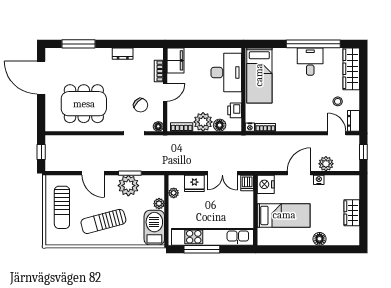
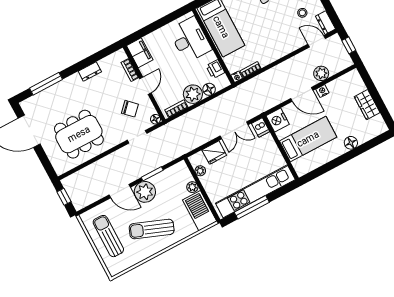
door: (299, 173) -> (302, 94), swing flipped
plant: (128, 186) -> (145, 192), moved
sun lounger: (62, 207) -> (108, 236), turned 180
sun lounger: (103, 221) -> (152, 229), turned 36

